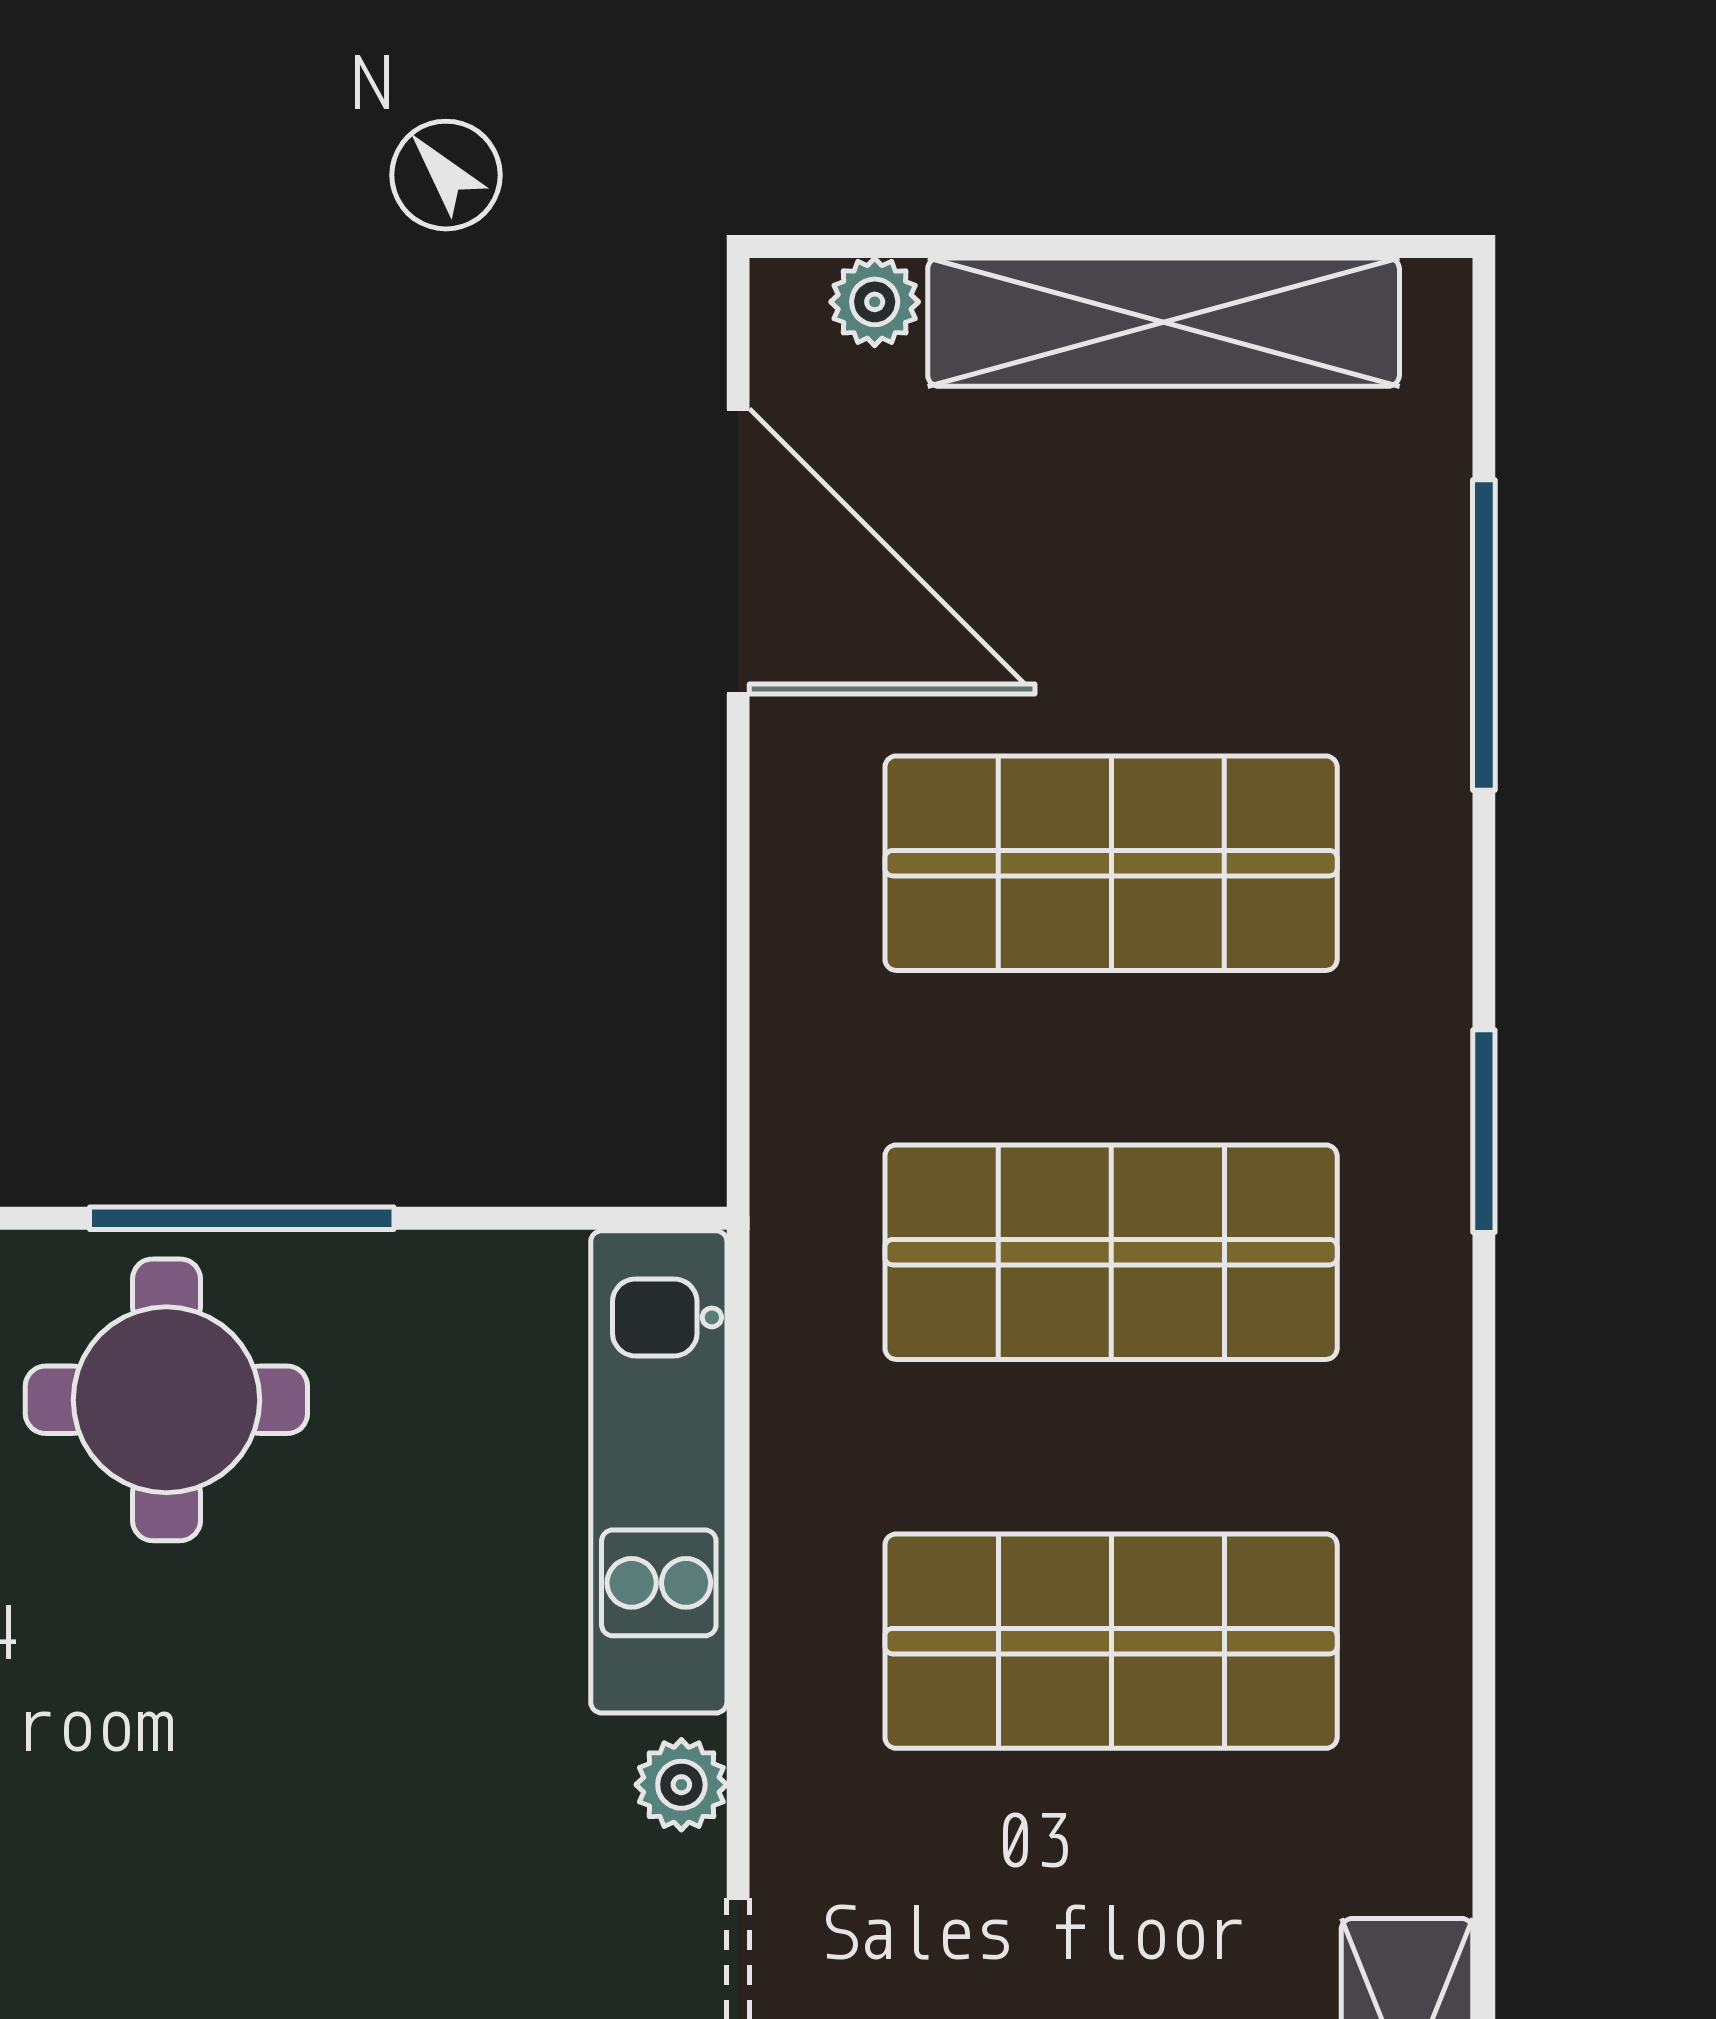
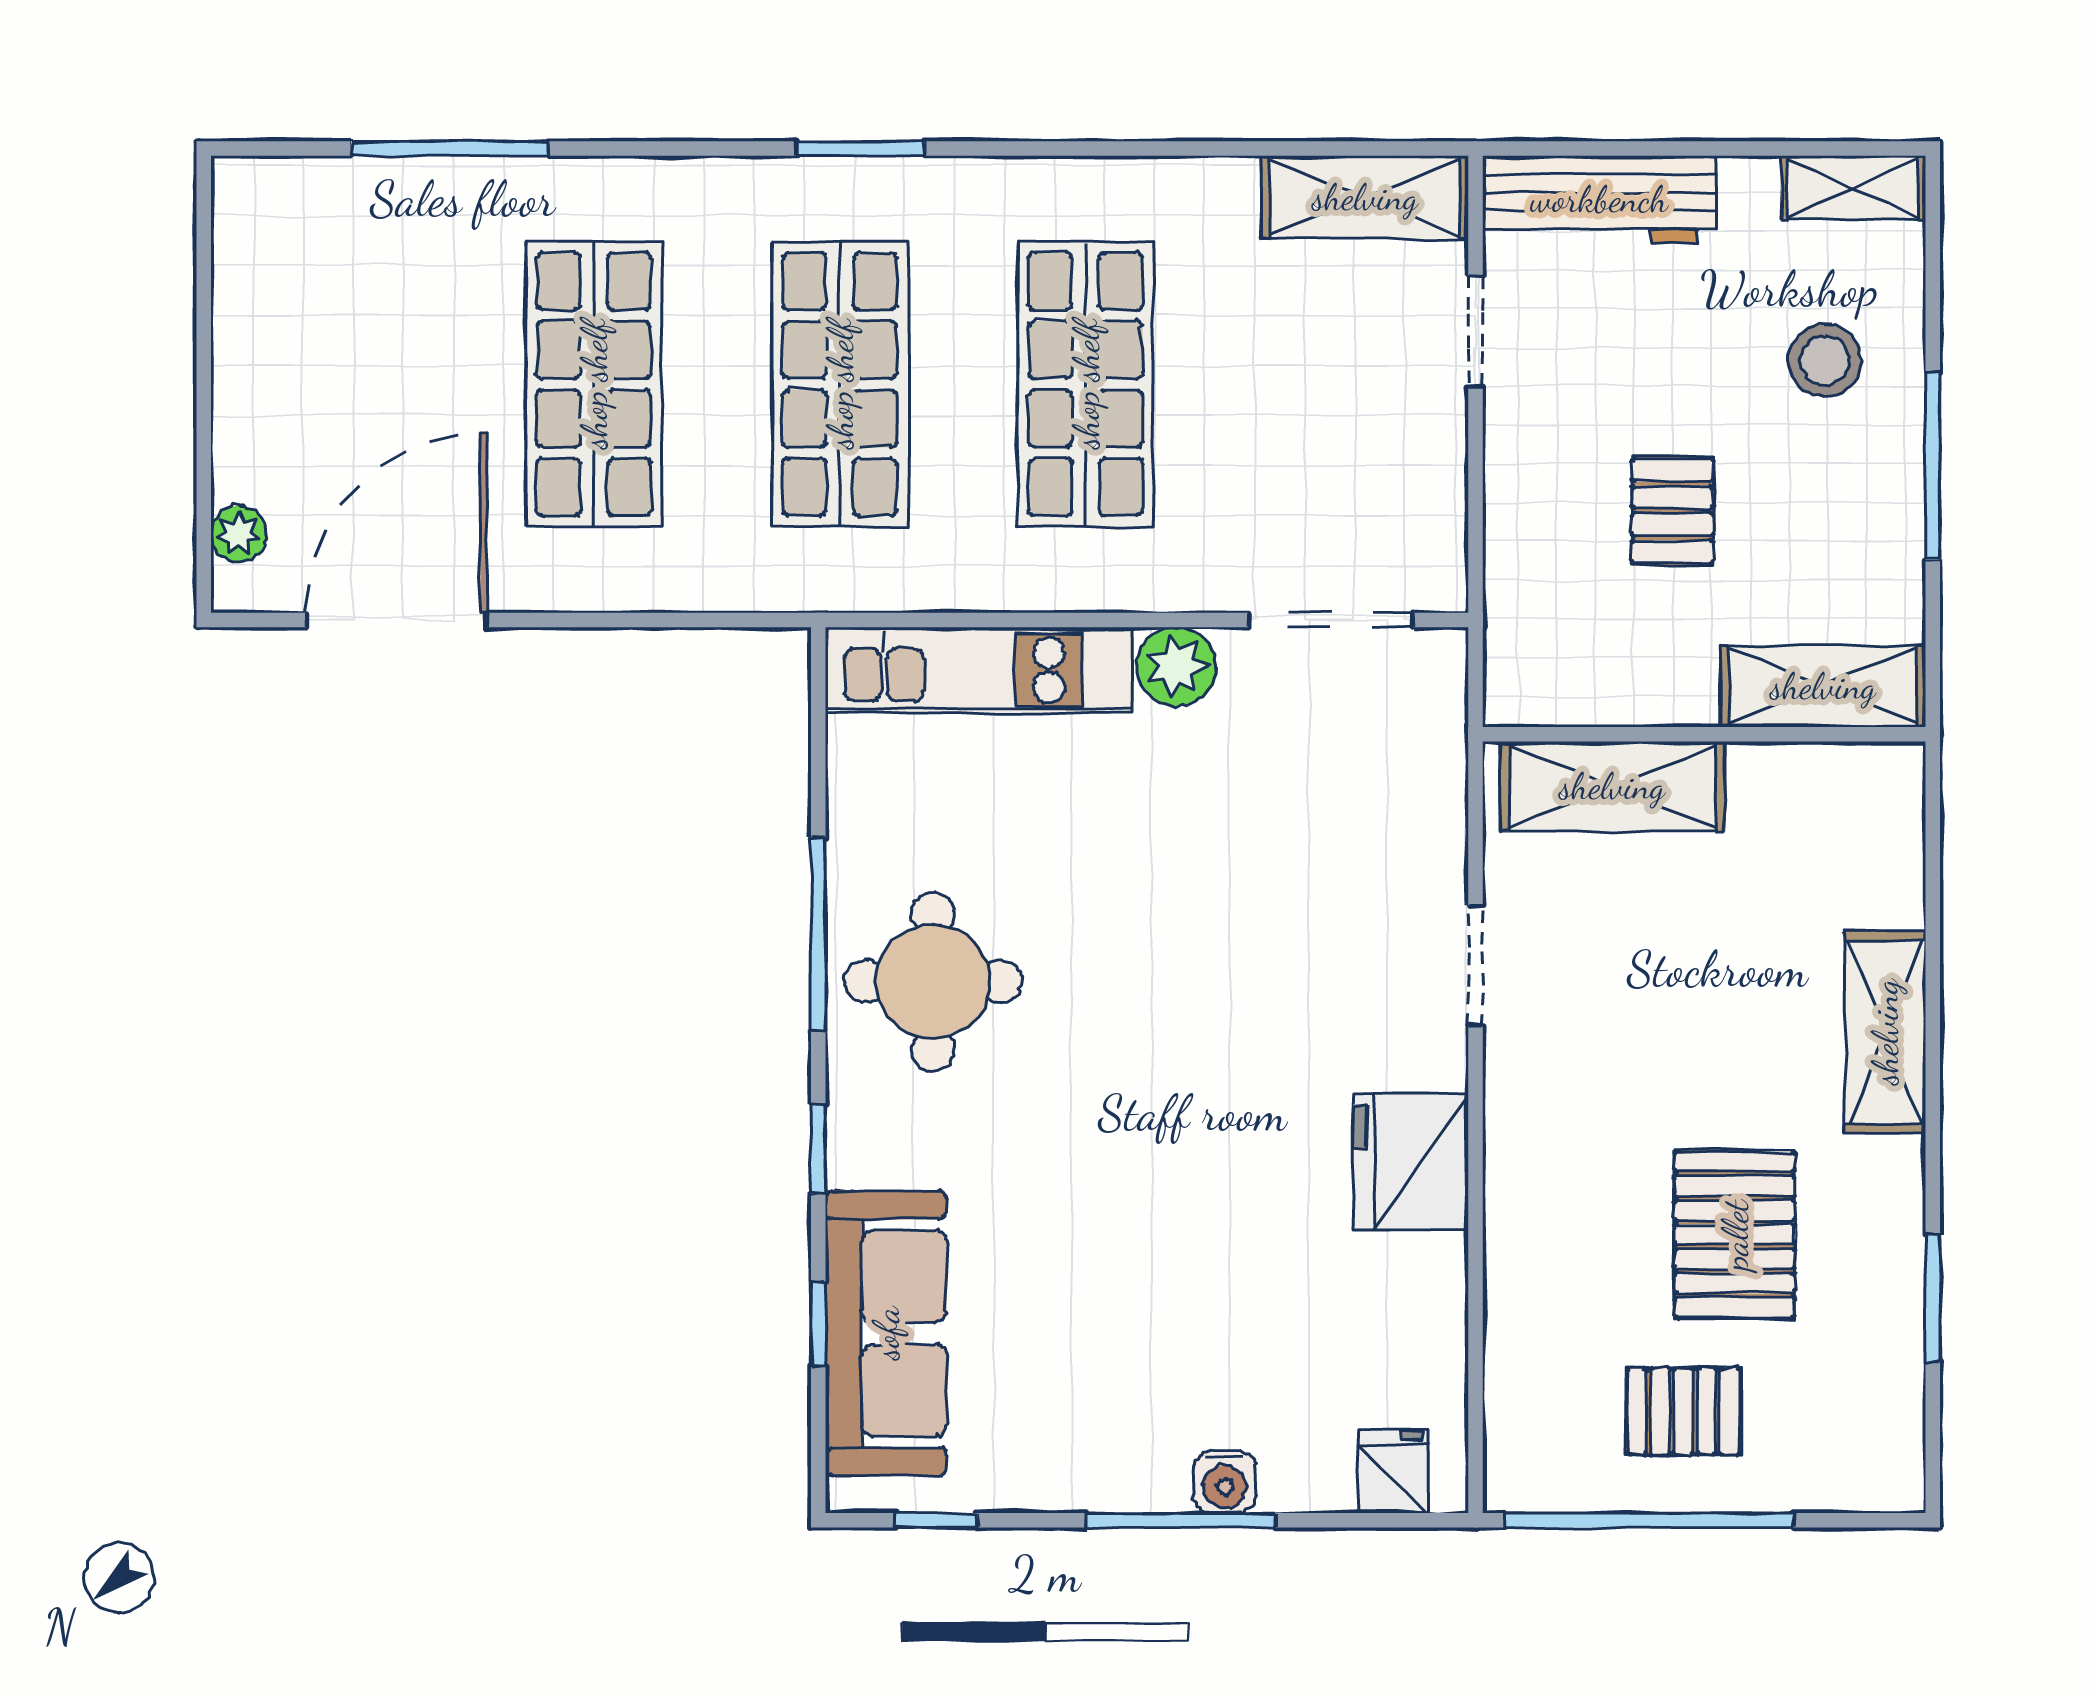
shelving: (1164, 322) -> (252, 351), removed
window: (1484, 1131) -> (860, 148), moved
plant: (681, 1785) -> (1176, 667), width x1.38, depth x1.38

